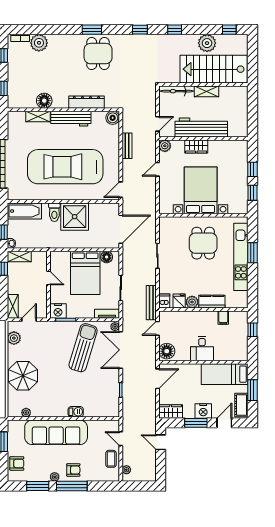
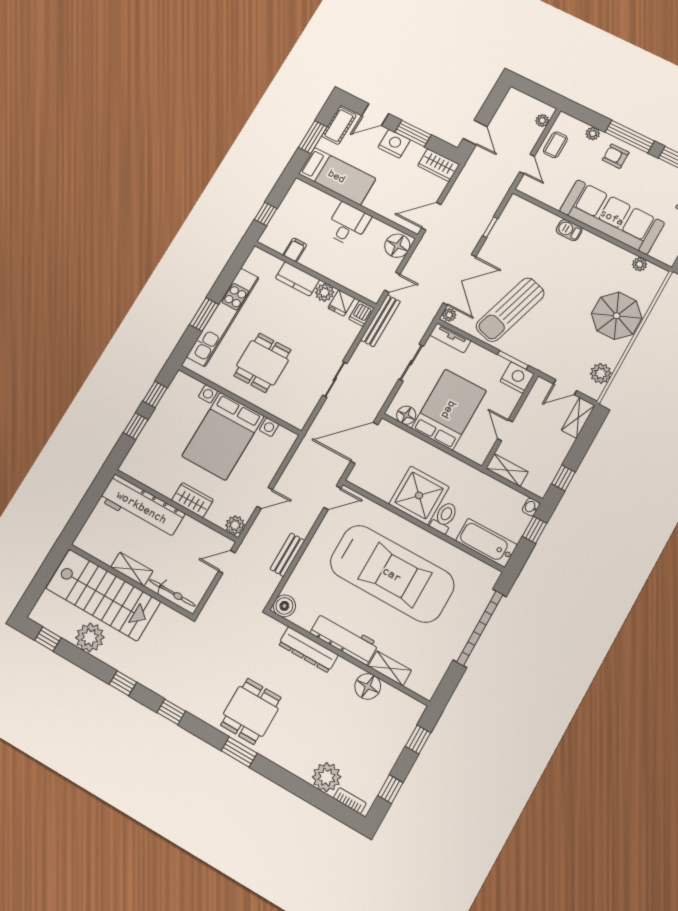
workbench: (201, 128) -> (142, 507), moved
shelving: (19, 257) -> (507, 470), moved
plant: (55, 477) -> (593, 134), moved

